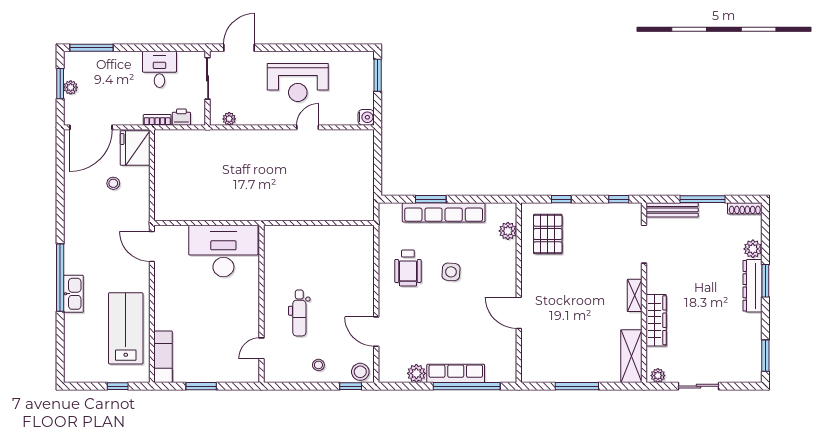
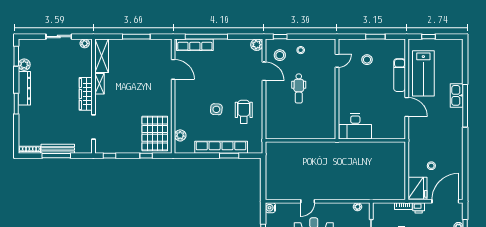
printer: (181, 117) -> (419, 208), moved
bench: (672, 210) -> (58, 149), moved
pallet: (548, 234) -> (155, 133), width x1.37, depth x1.41
door: (152, 246) -> (407, 107), moved
plant: (753, 249) -> (24, 65), moved
desk: (223, 251) -> (355, 126), width x0.73, depth x0.77
dresser: (753, 286) -> (24, 88), moved
shelving: (635, 295) -> (99, 84), moved
dental chair: (299, 313) -> (299, 88), moved, turned 180
door: (519, 313) -> (173, 69), moved
wardrobe: (656, 320) -> (86, 94), moved
stool: (214, 350) -> (367, 60), added
exam couch: (163, 357) -> (400, 75), moved
stool: (360, 372) -> (280, 55), moved
plant: (416, 373) -> (257, 45), moved
row of seats: (456, 373) -> (195, 45), moved

